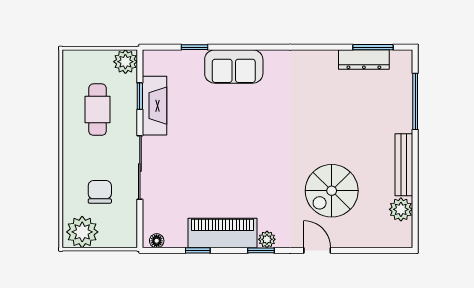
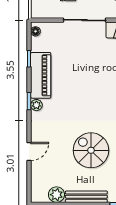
spiral stairs: (332, 191) -> (91, 150), moved
door: (317, 250) -> (29, 152), moved

